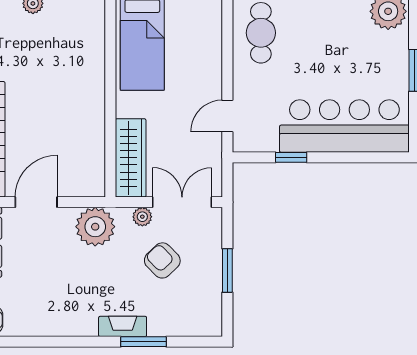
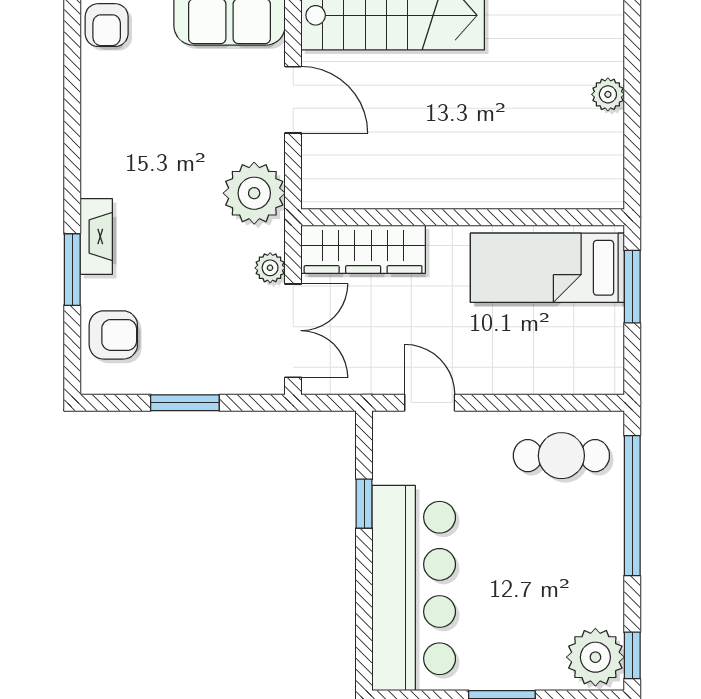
armchair: (162, 260) -> (113, 335), moved, turned 44

